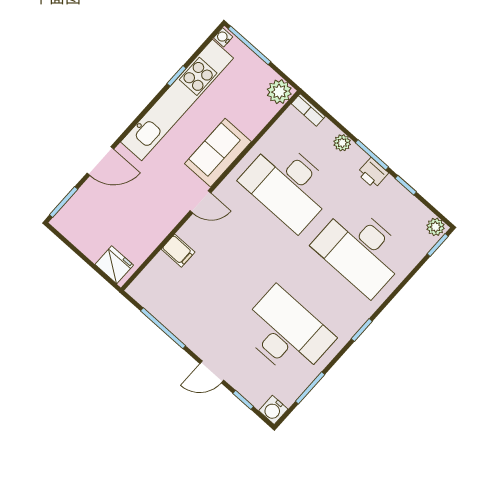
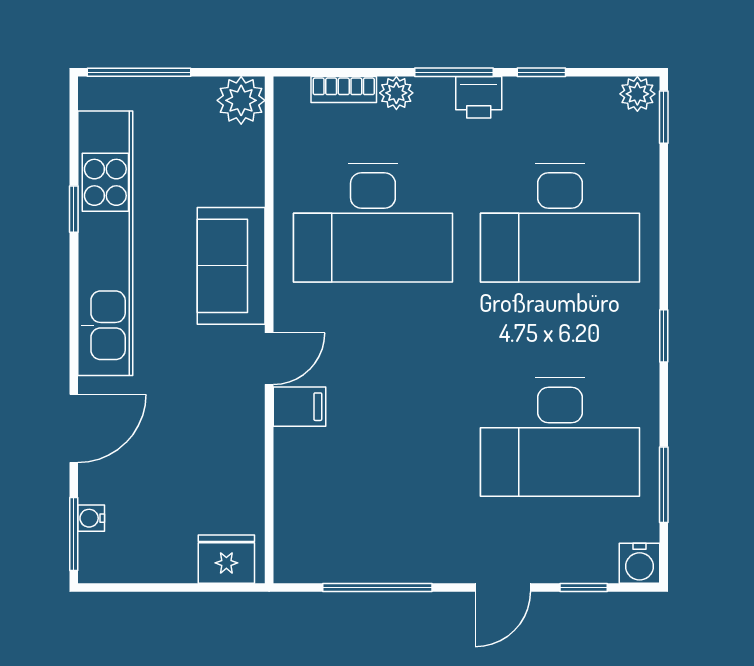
water cooler: (223, 37) -> (91, 518), moved
bookcase: (308, 110) -> (344, 89), moved
filing cabinet: (178, 251) -> (299, 407), moved
desk: (286, 333) -> (560, 437), turned 180

